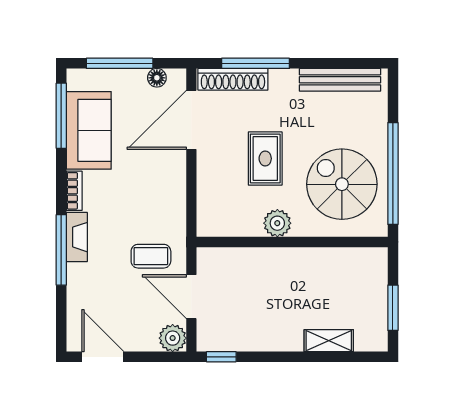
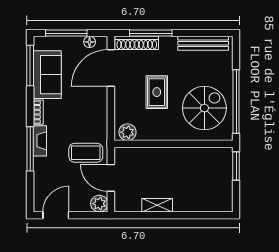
spiral stairs: (342, 184) -> (204, 108), turned 90
plant: (277, 223) -> (127, 132), moved
coffee table: (151, 256) -> (86, 153), width x1.36, depth x1.30
window: (393, 308) -> (236, 166), moved
shelving: (329, 341) -> (157, 205), moved
door: (103, 357) -> (56, 215), hinge flipped
window: (221, 357) -> (129, 215), removed

